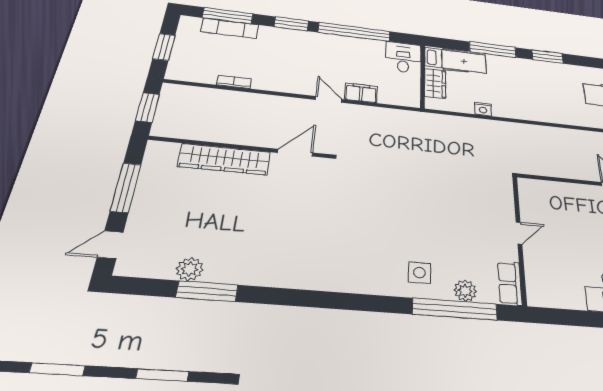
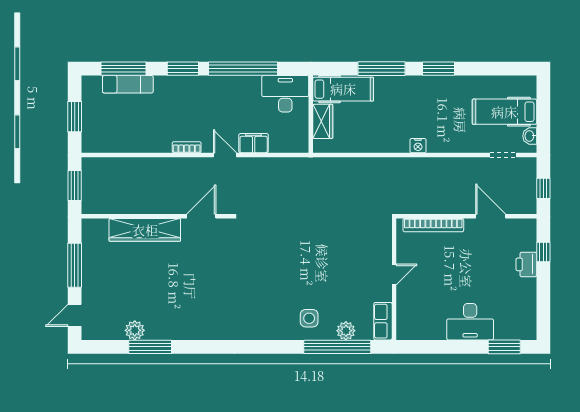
desk: (403, 57) -> (285, 94), width x1.37
bookcase: (234, 82) -> (187, 147), moved
nightstand: (483, 109) -> (418, 146), moved
bookcase: (558, 188) -> (433, 225), added

